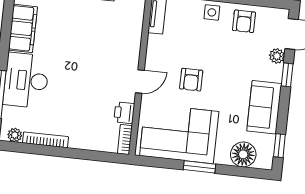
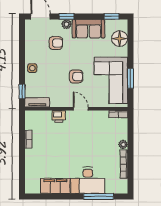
armchair: (244, 21) -> (56, 43), moved
plant: (277, 56) -> (67, 24), moved
printer: (124, 113) -> (59, 116), moved
plant: (15, 135) -> (123, 144), moved
window: (200, 167) -> (130, 78), moved

